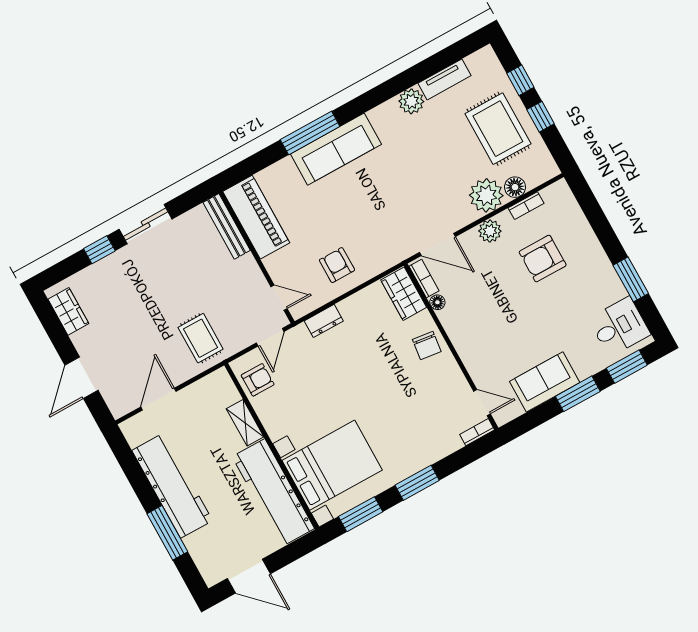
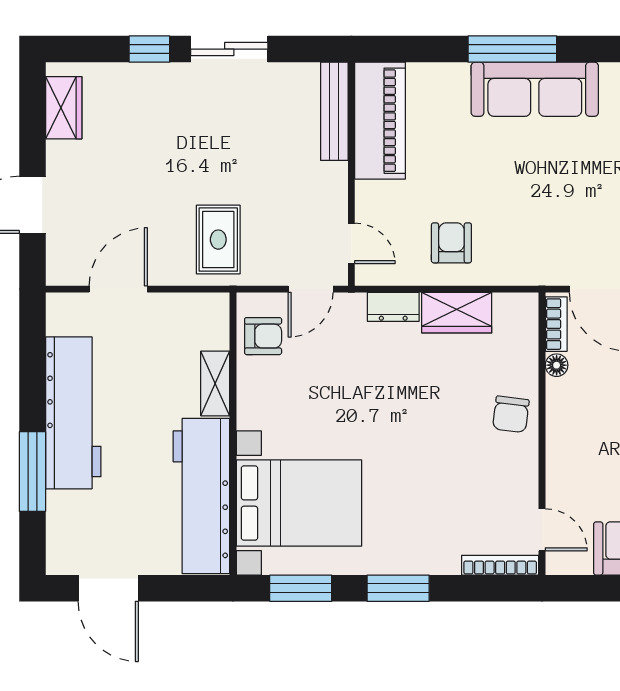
wardrobe: (404, 294) -> (457, 313), moved, turned -90
bookcase: (477, 432) -> (500, 565), width x1.56

